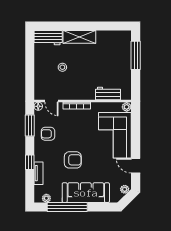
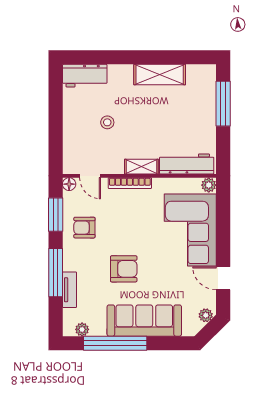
shelving: (79, 37) -> (160, 75), moved
workbench: (108, 94) -> (187, 164), width x1.37
shelving: (84, 95) -> (141, 167), added
window: (30, 162) -> (56, 273), width x2.17

